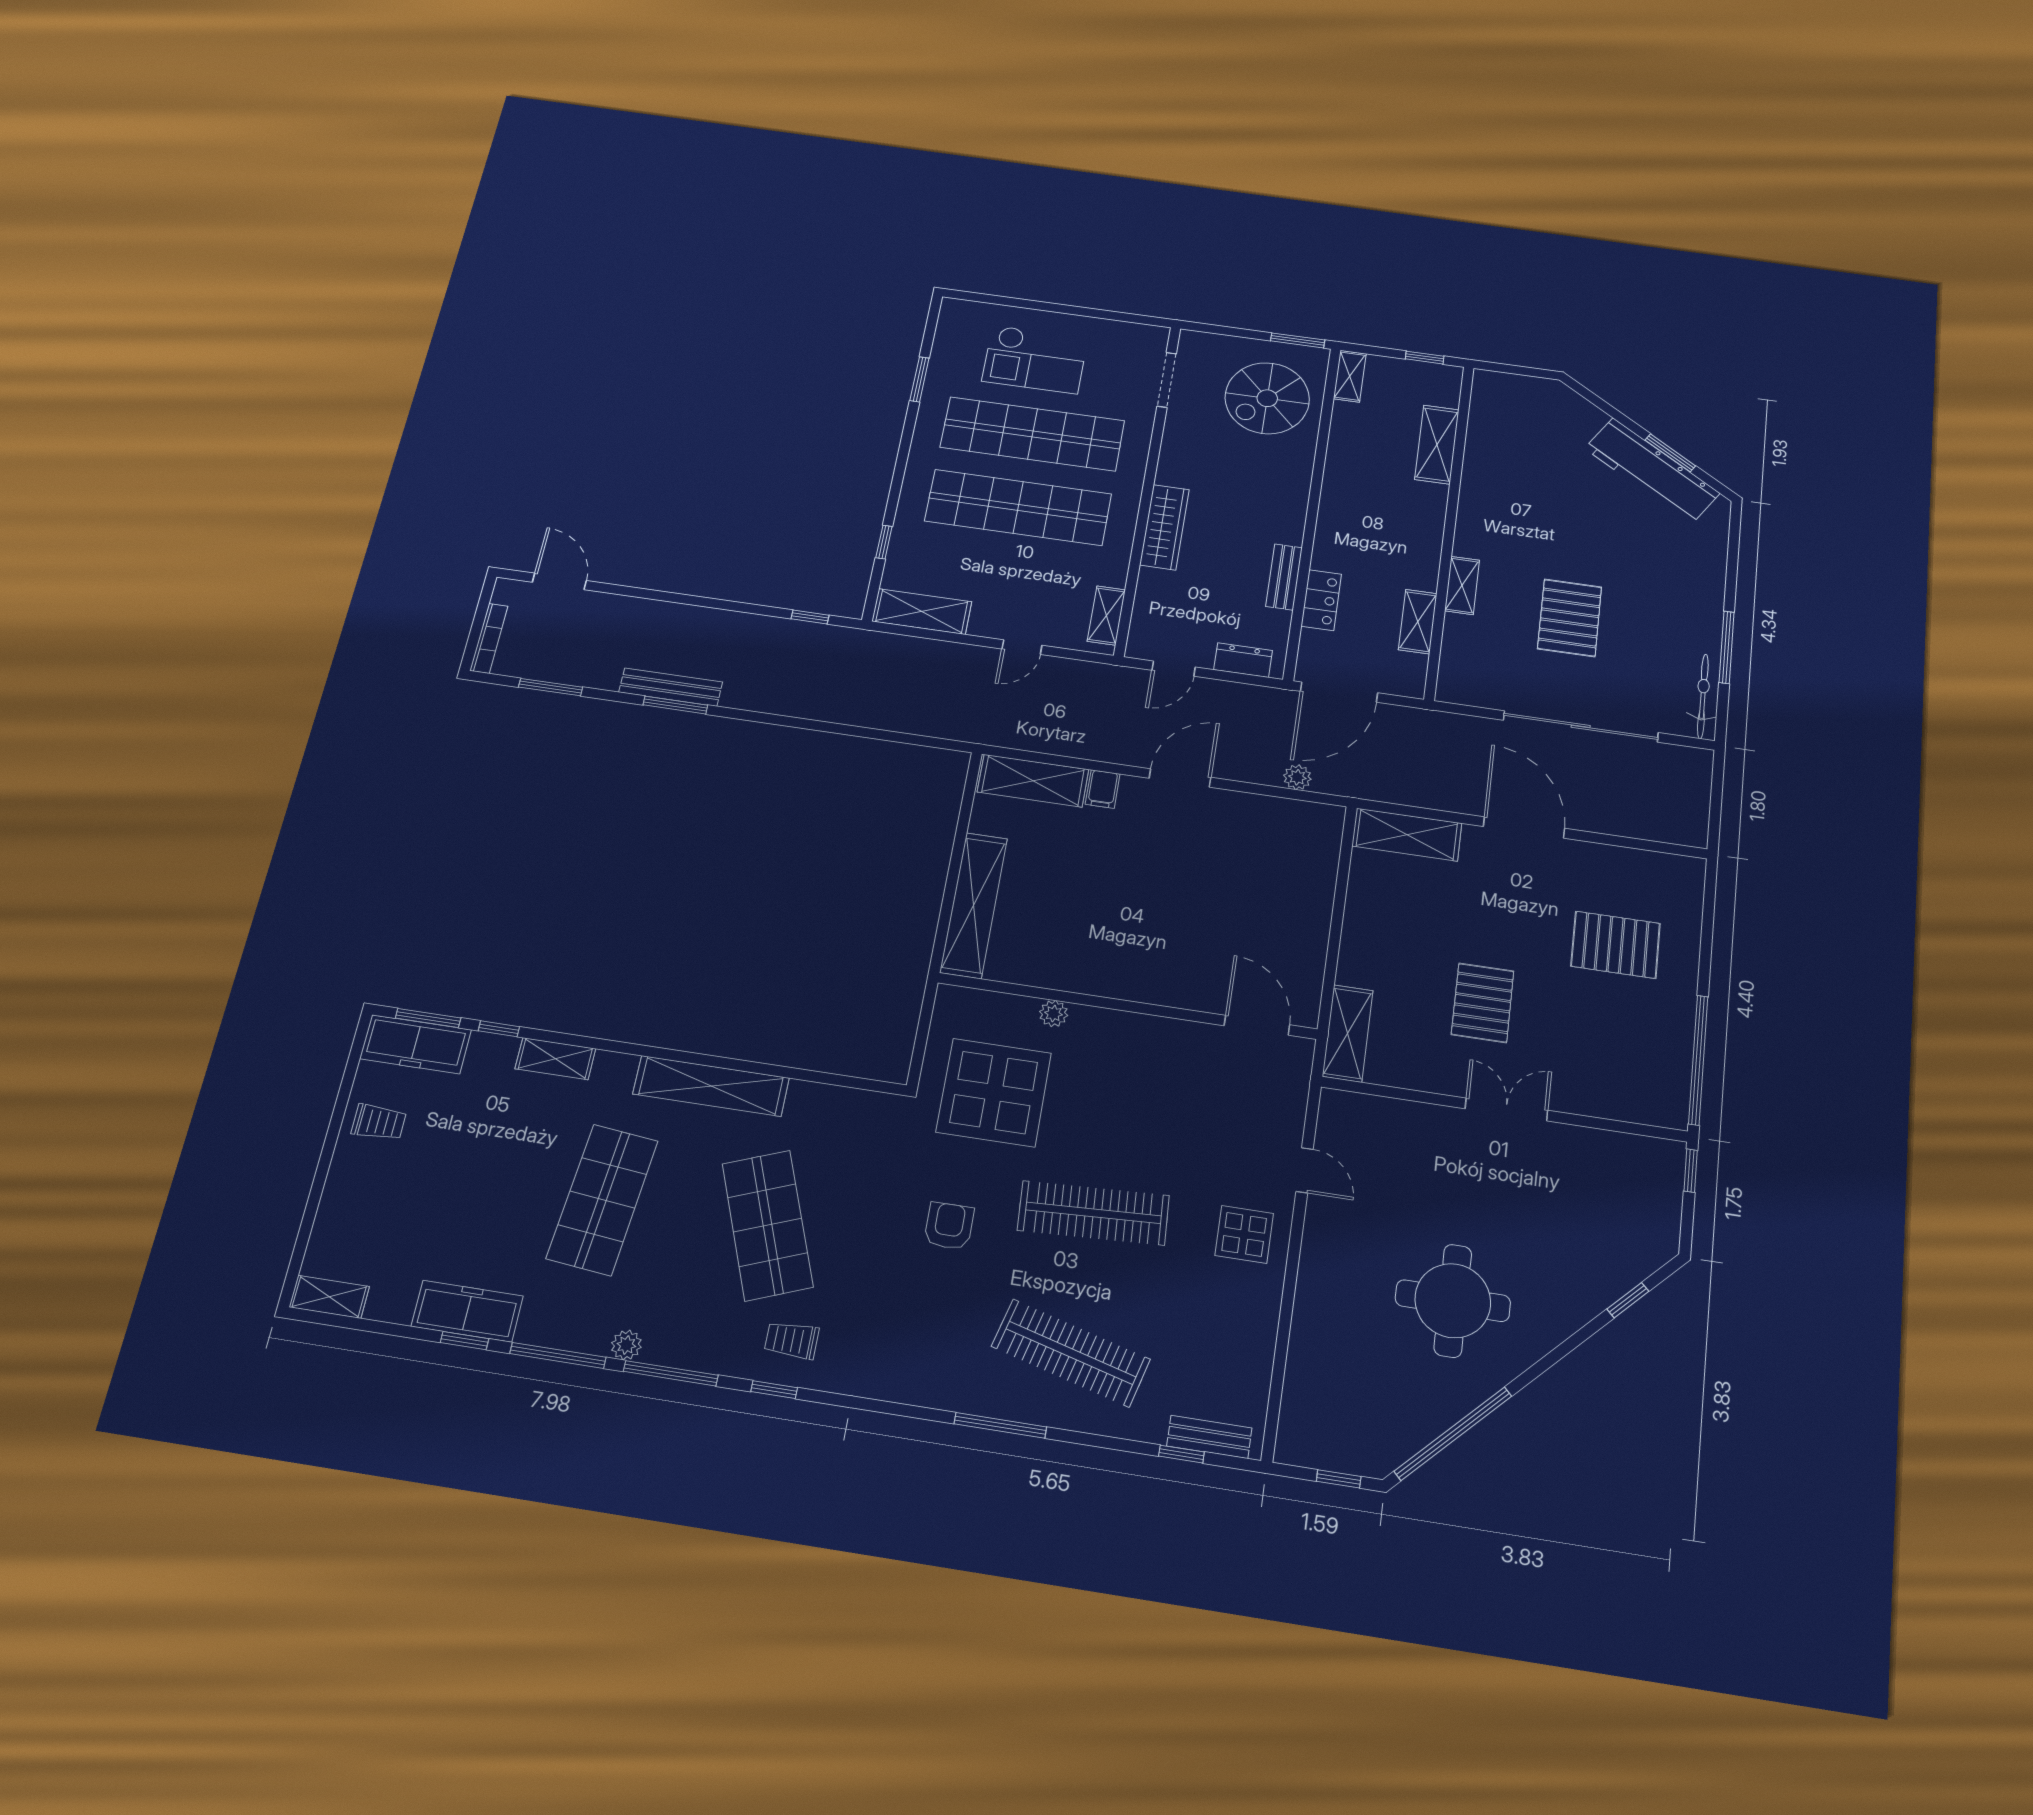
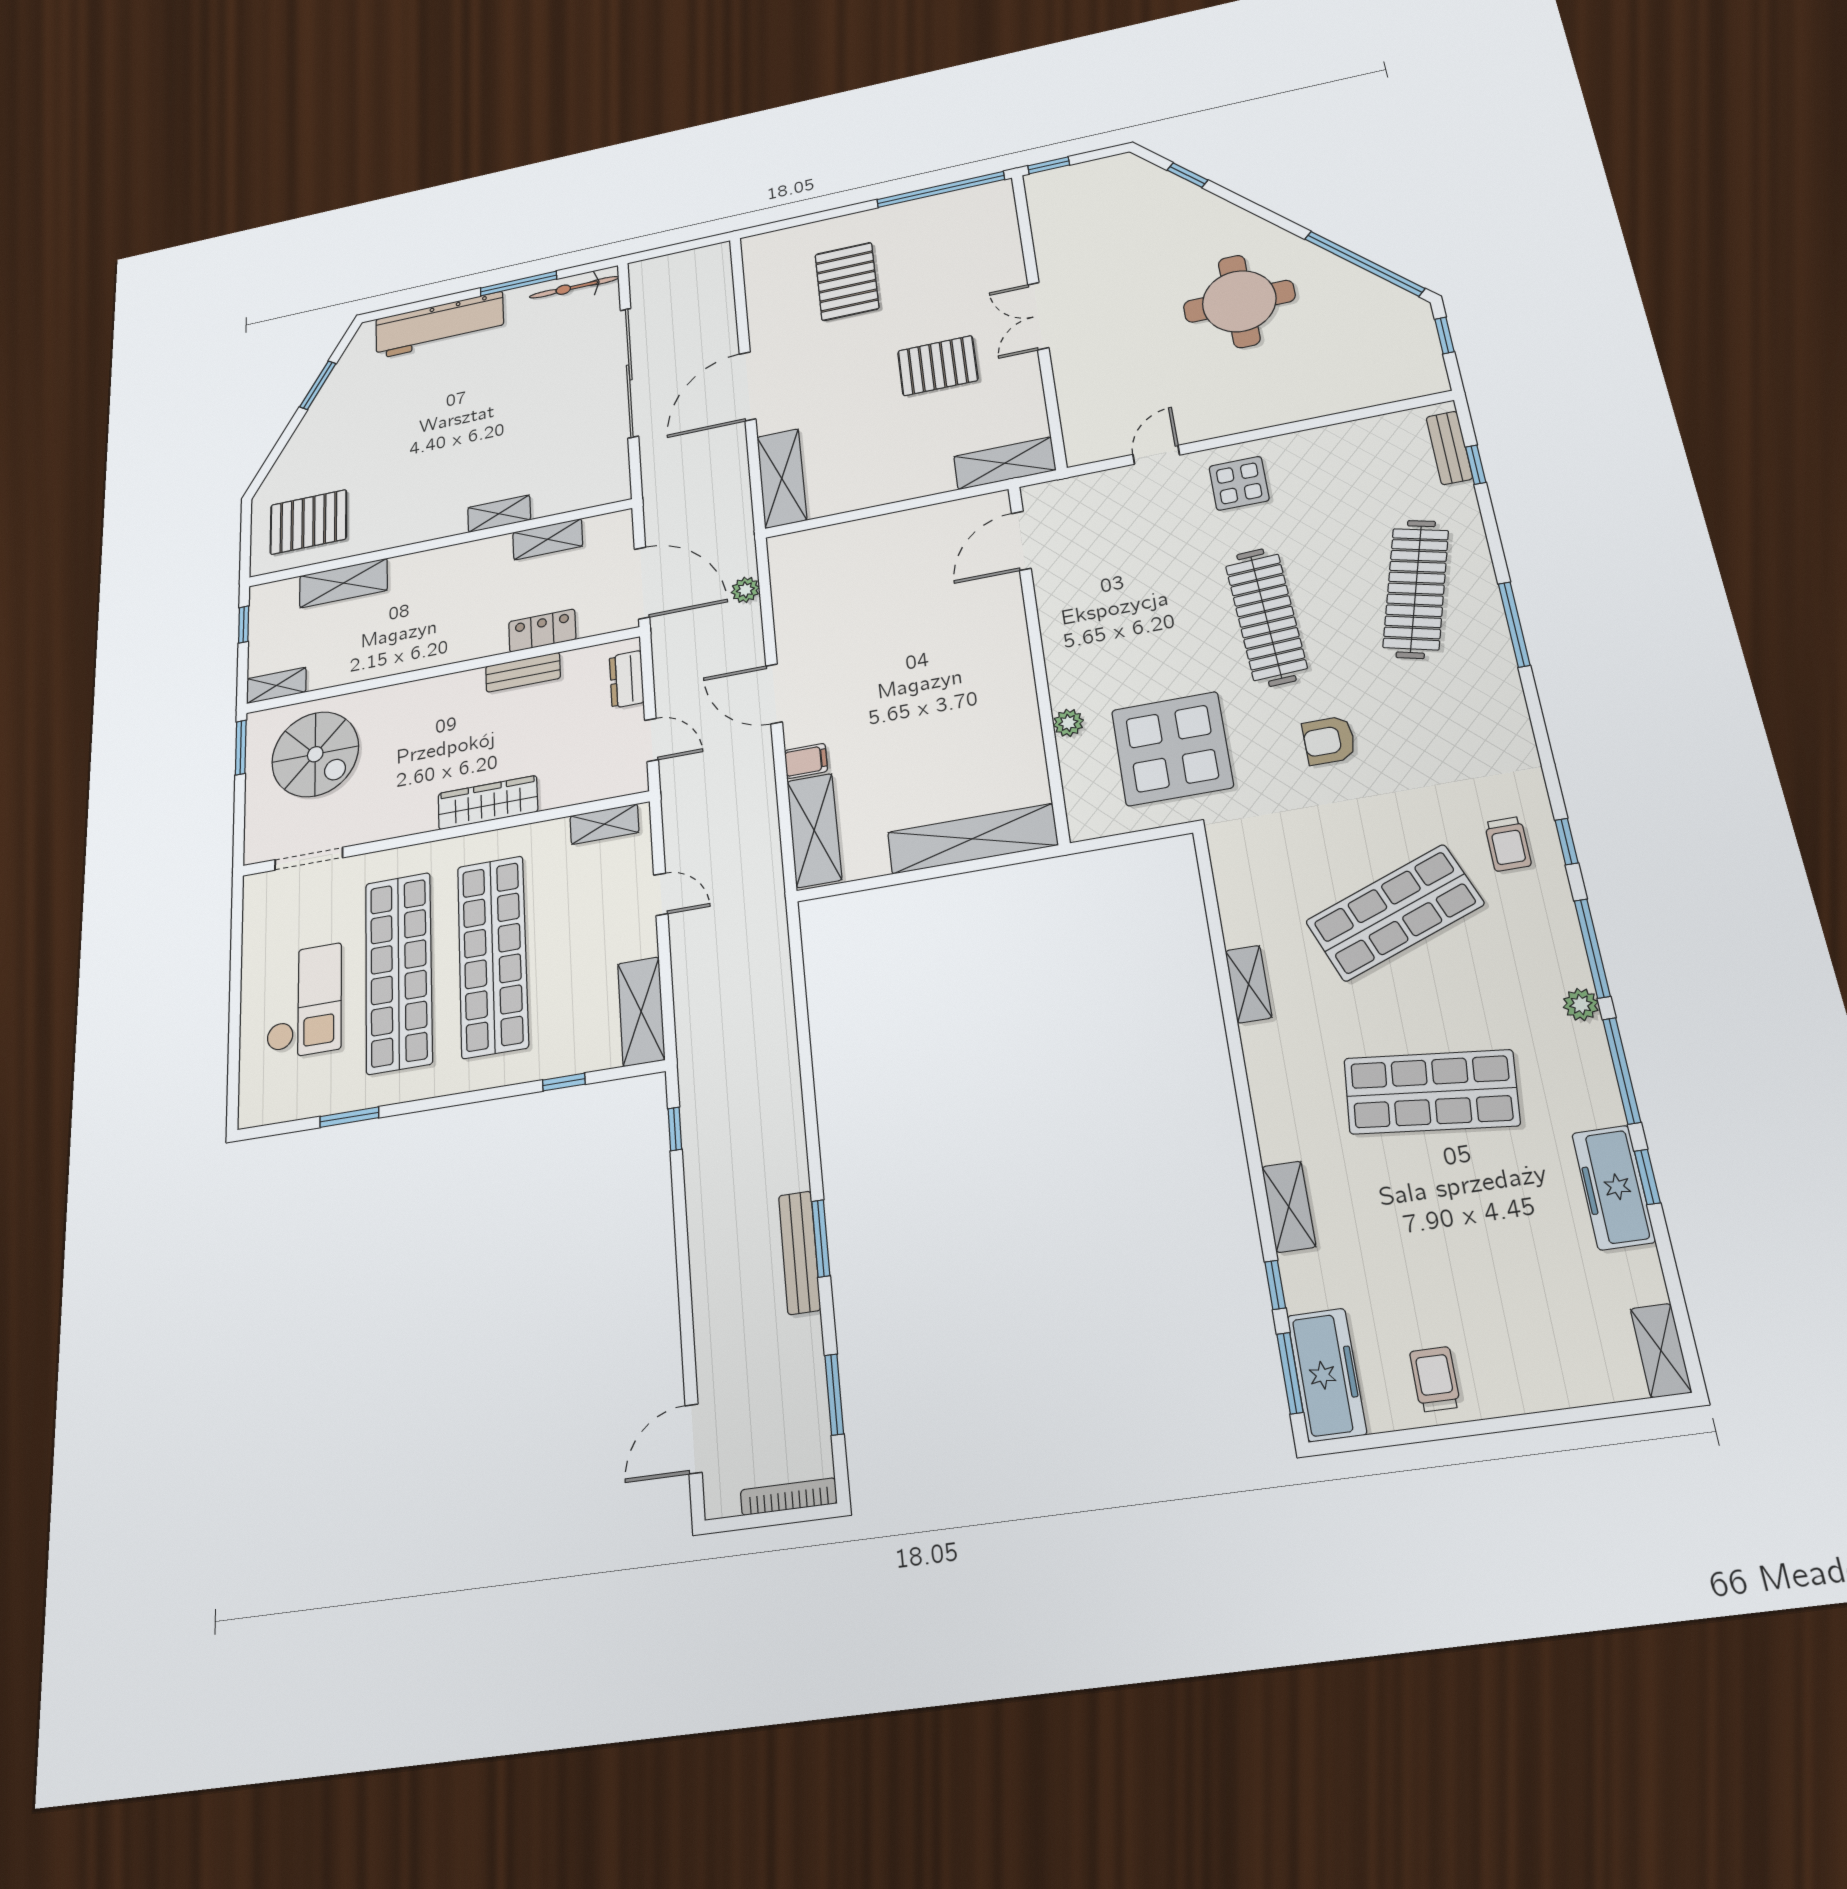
workbench: (1652, 471) -> (439, 325), moved, turned 58
pallet: (1570, 618) -> (308, 522), moved
shelving: (711, 1086) -> (1249, 984), width x0.45, depth x0.75

